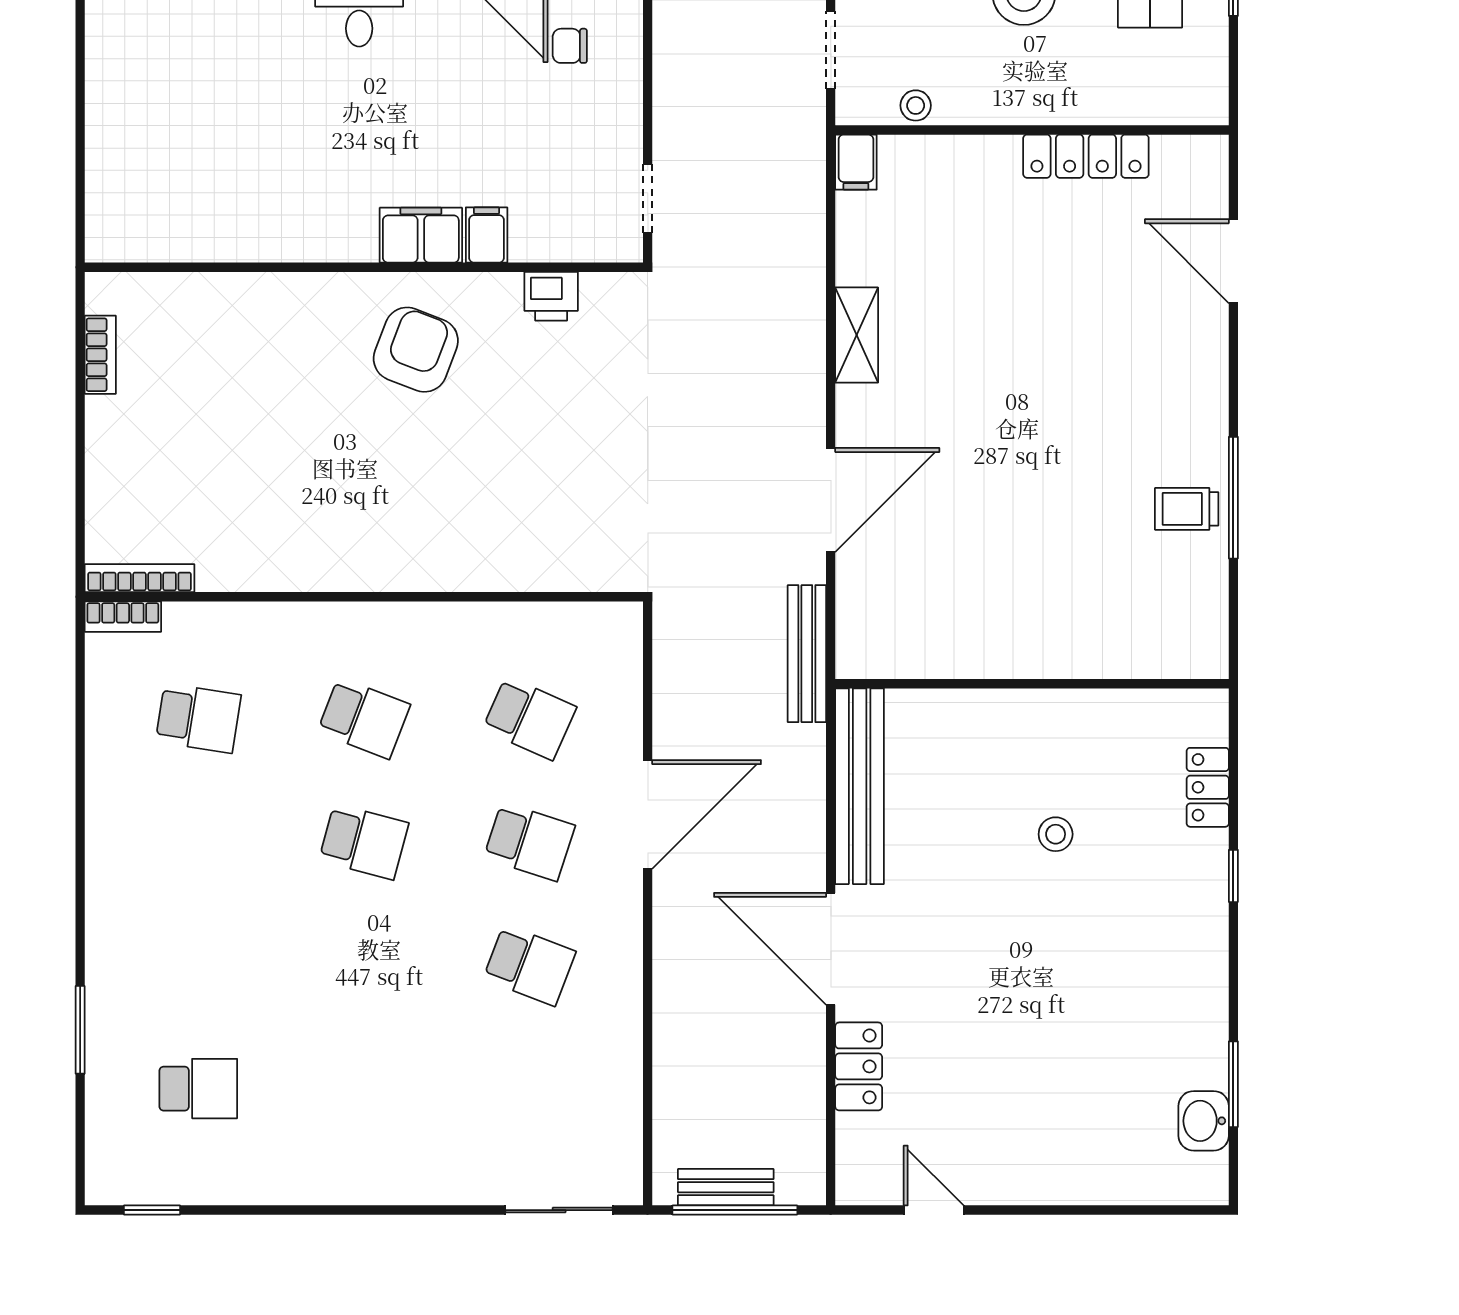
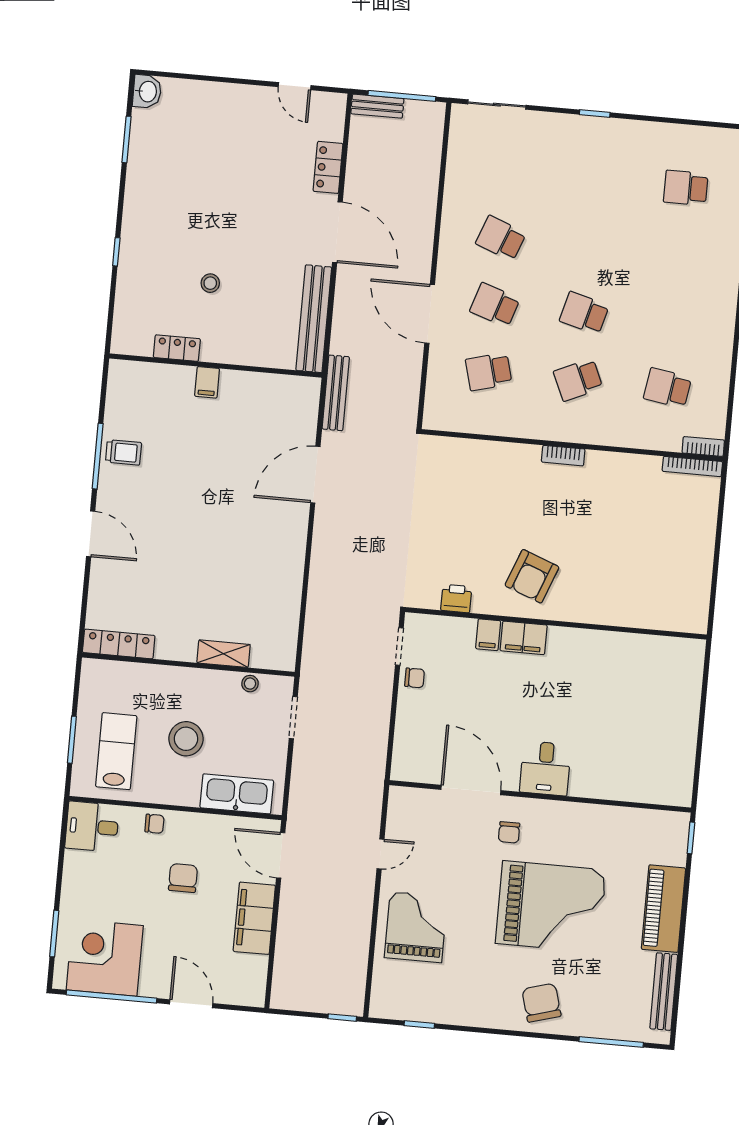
chair: (570, 46) -> (415, 678), moved
locker: (1086, 156) -> (119, 644), moved
filing cabinet: (856, 162) -> (207, 382), moved, turned 180
door: (1233, 261) -> (91, 534), moved
shelving: (857, 335) -> (224, 654), moved, turned 90
bookcase: (100, 355) -> (563, 456), moved, turned -90
school desk: (364, 718) -> (578, 380), turned -45
school desk: (529, 718) -> (489, 372), turned -39
locker: (1208, 787) -> (177, 348), moved, turned -90
door: (648, 814) -> (430, 314), hinge flipped
washbasin: (1204, 1121) -> (147, 91), moved
bench: (726, 1187) -> (377, 106), moved
window: (152, 1210) -> (595, 114), moved

